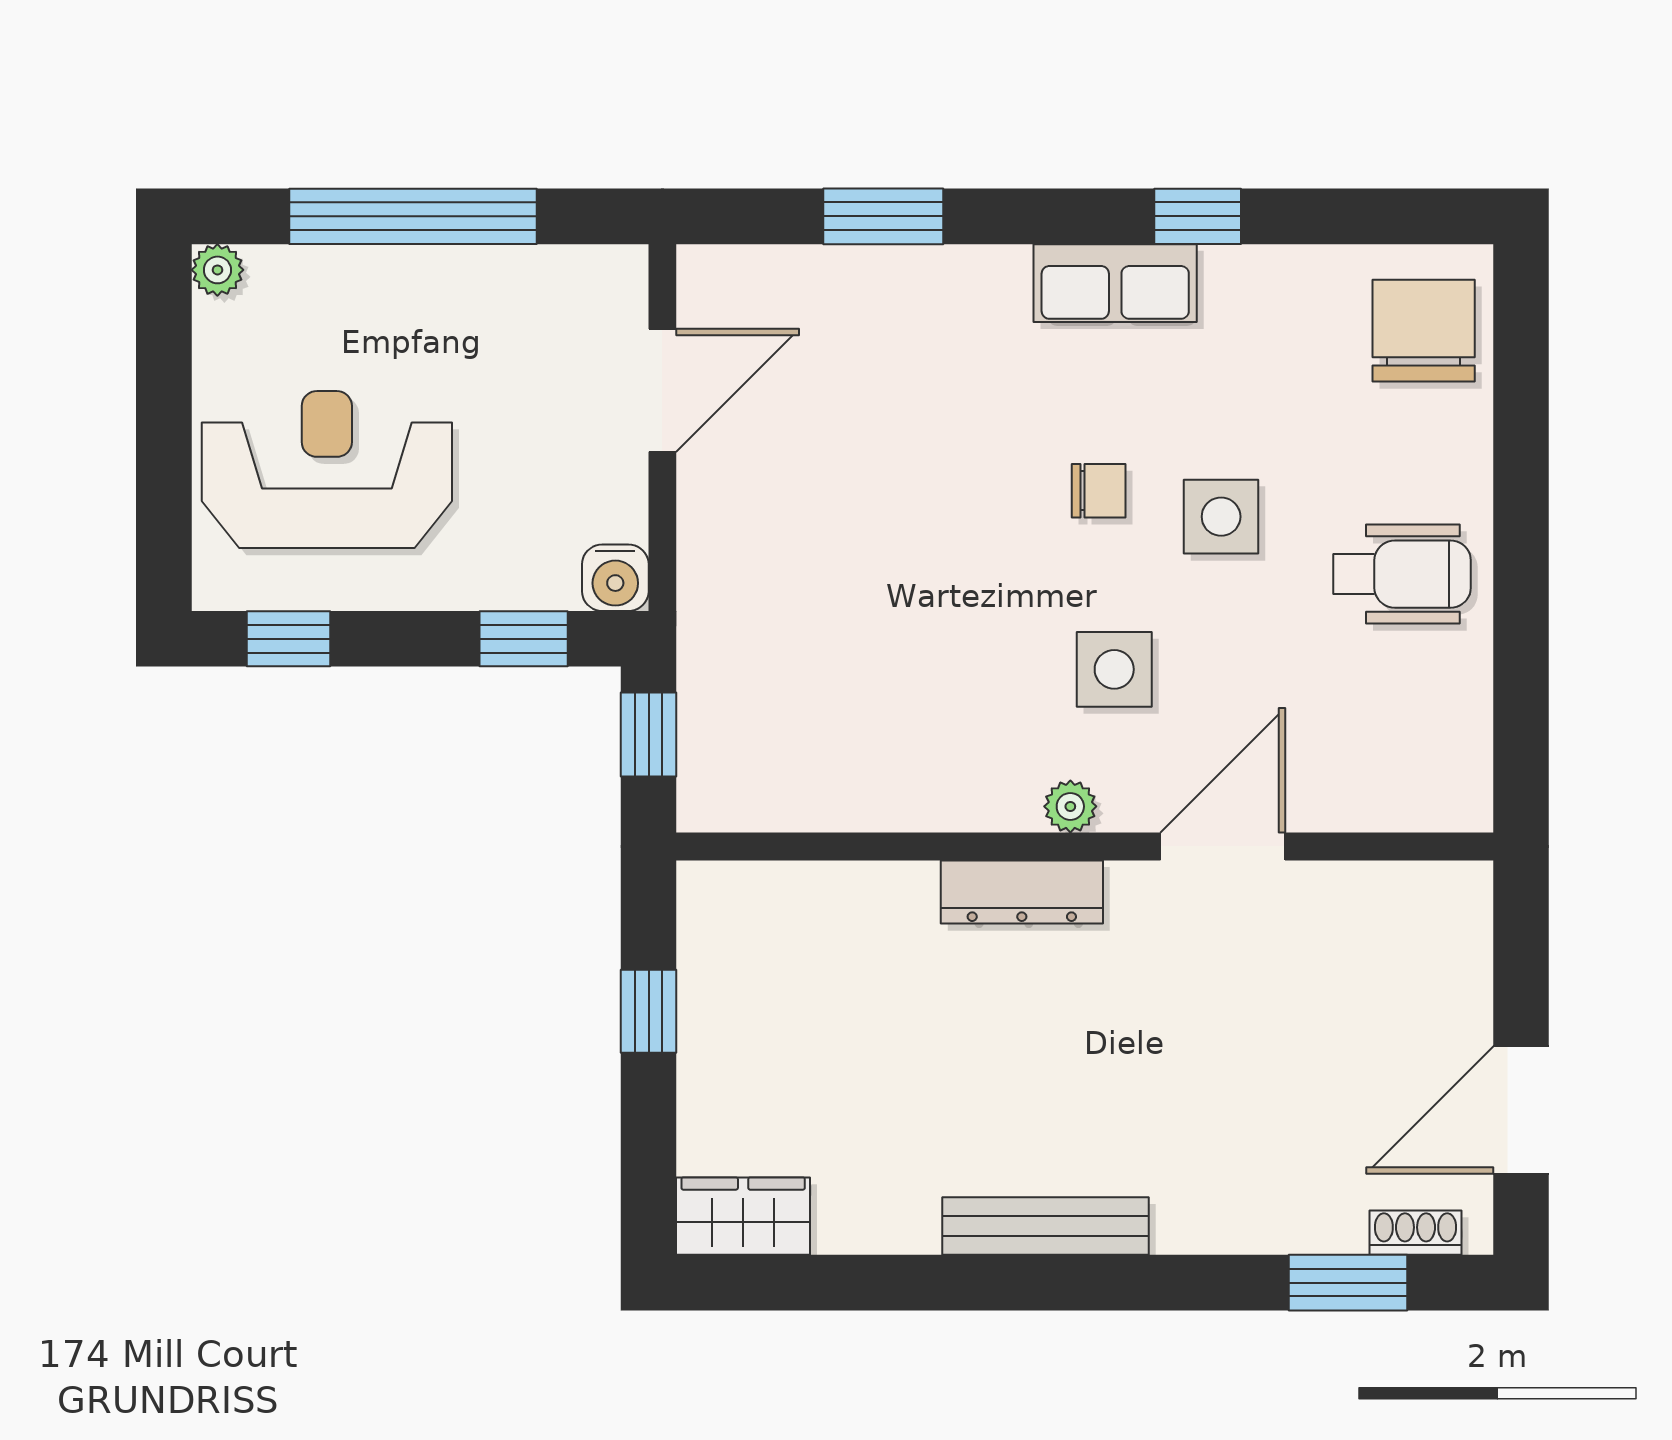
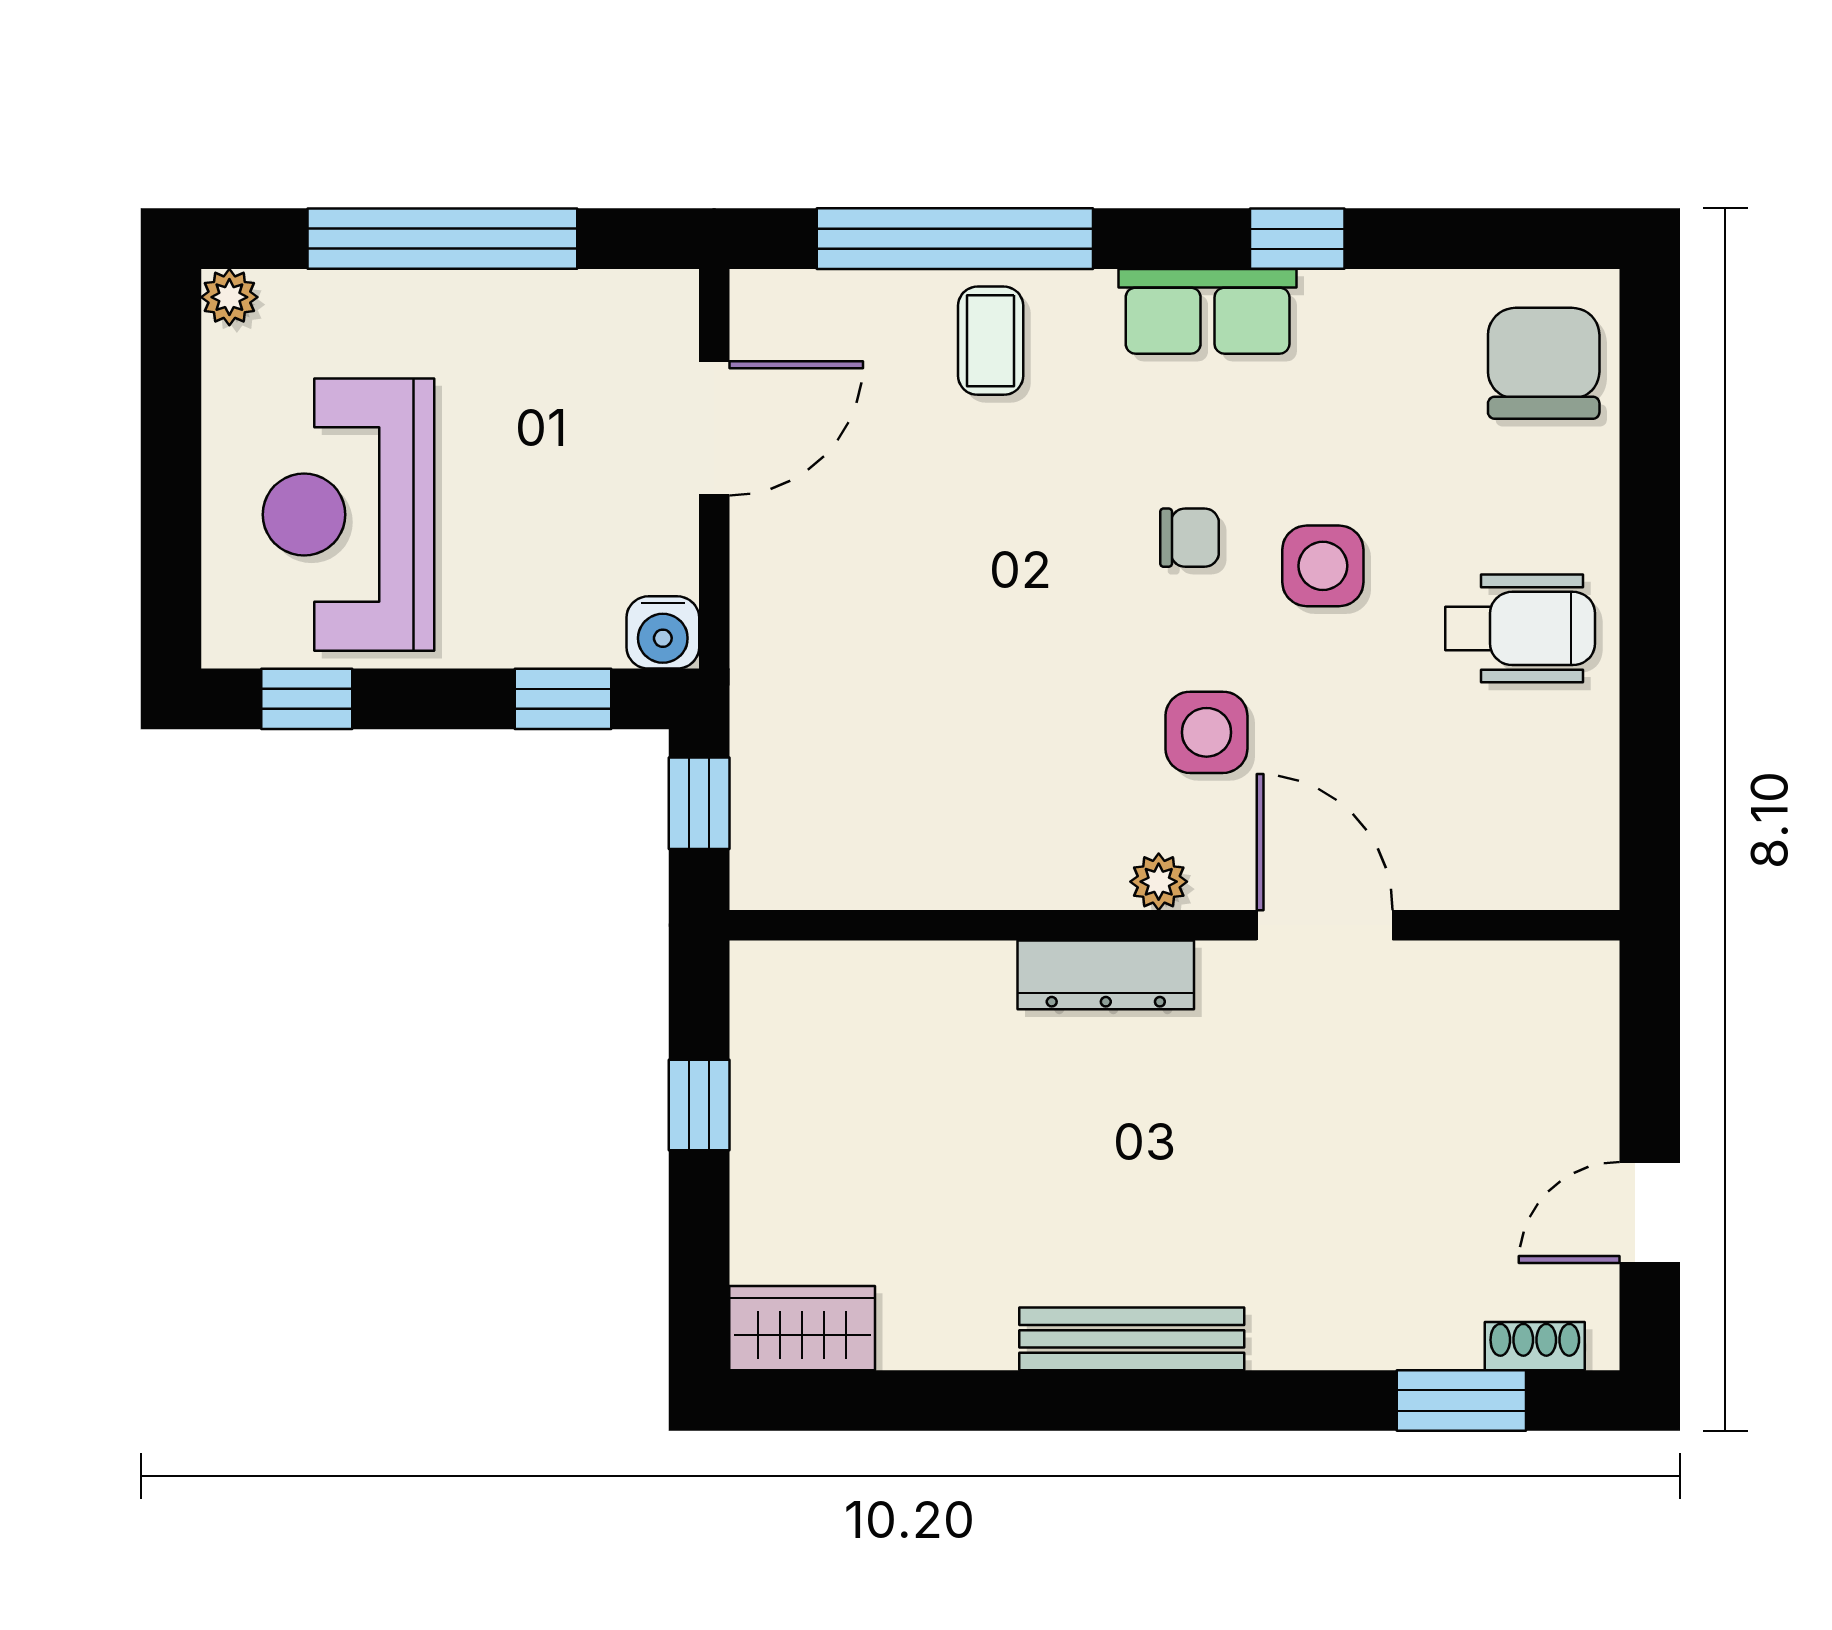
window: (883, 216) -> (955, 239), width x2.11
coffee table: (916, 310) -> (991, 341), added
reception desk: (327, 470) -> (349, 515), turned -90
door: (1223, 846) -> (1325, 925), hinge flipped
door: (1521, 1110) -> (1650, 1212), width x0.73

